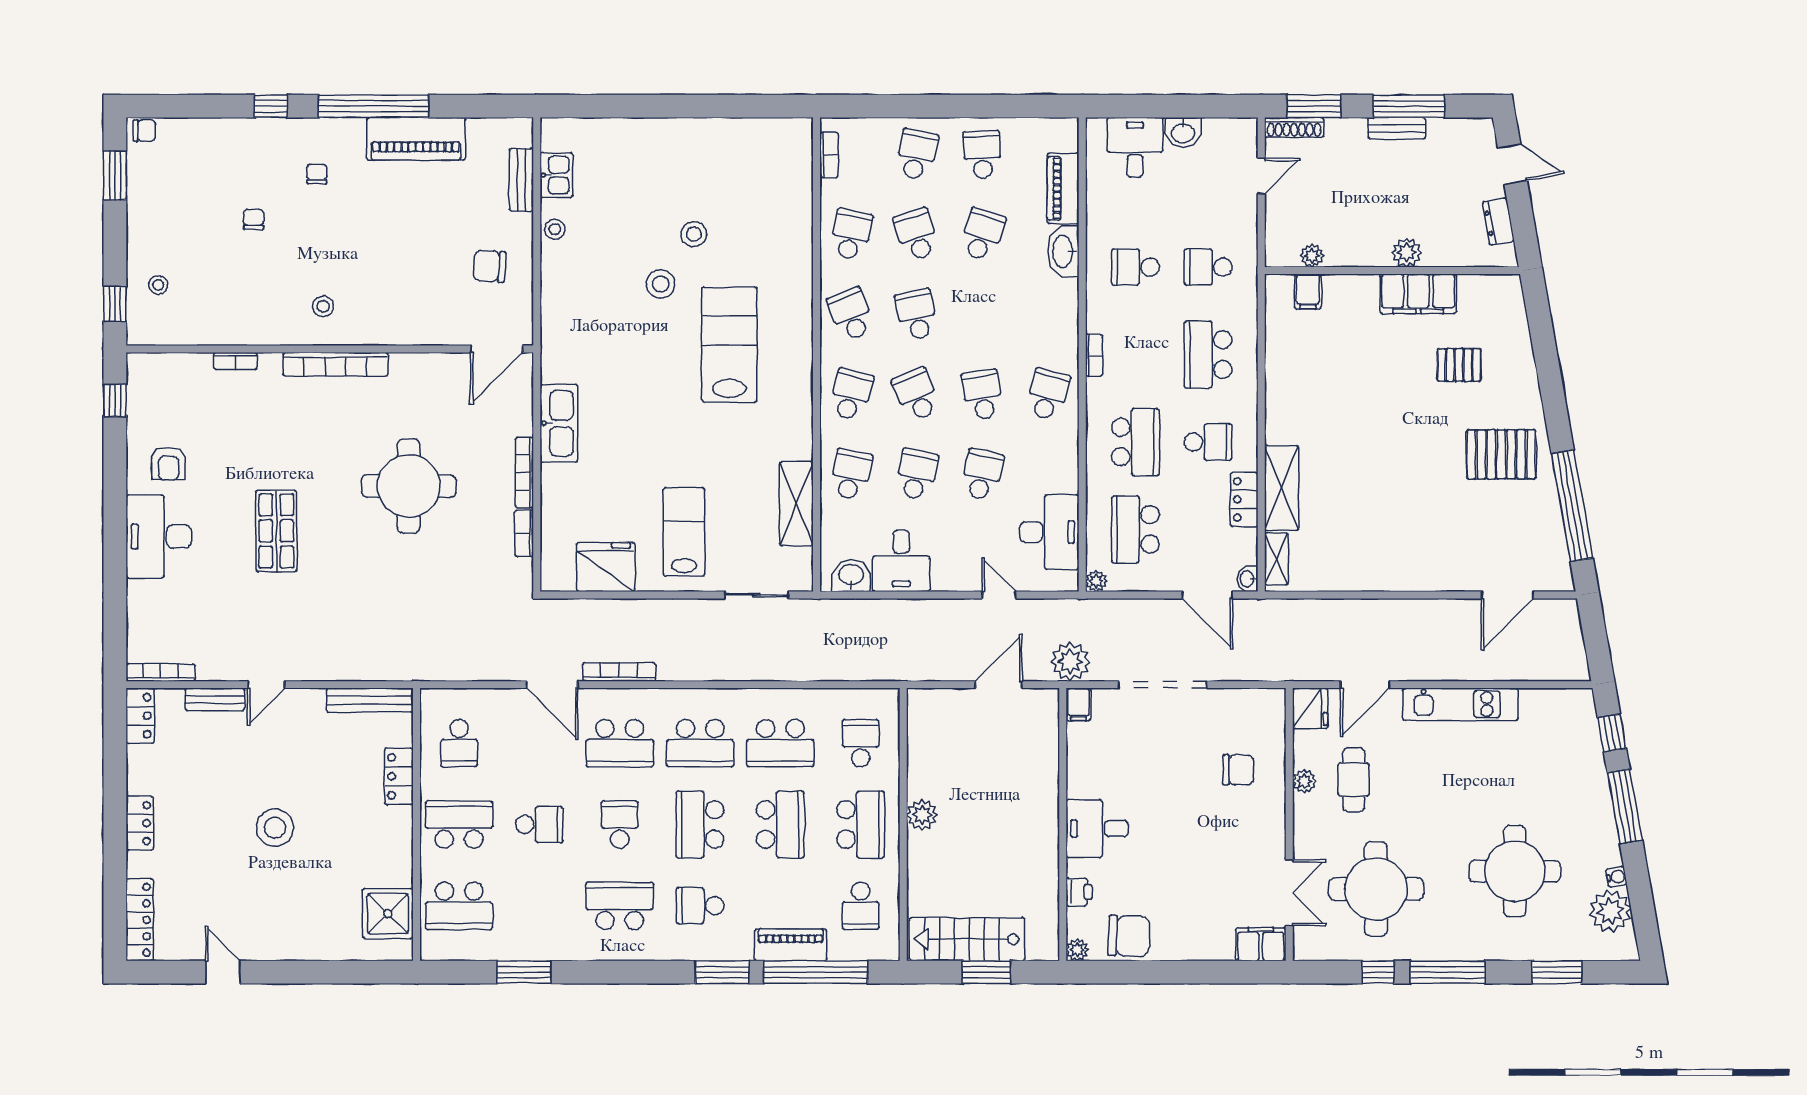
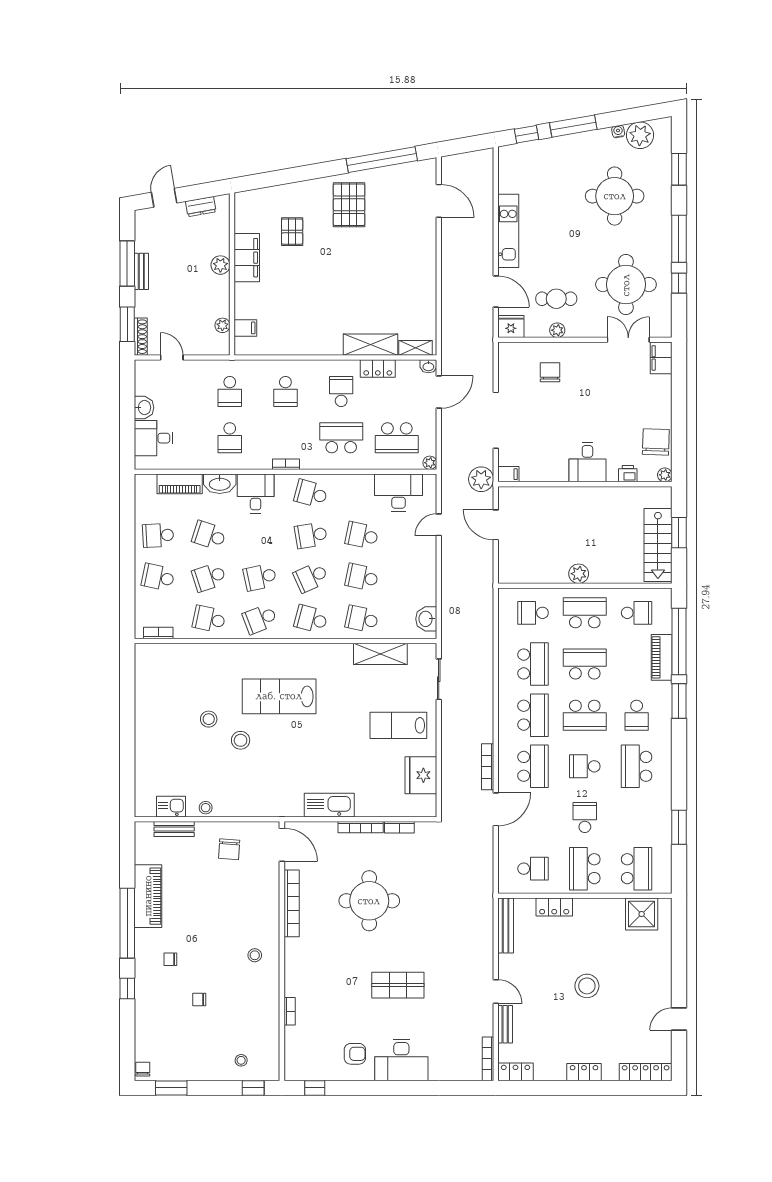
school desk: (1208, 355) -> (285, 391), width x0.54
bookcase: (335, 364) -> (292, 903), moved
desk: (901, 561) -> (256, 493), moved, turned -90

